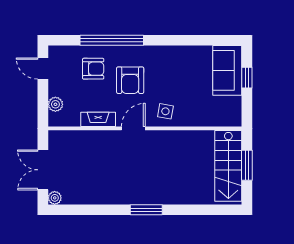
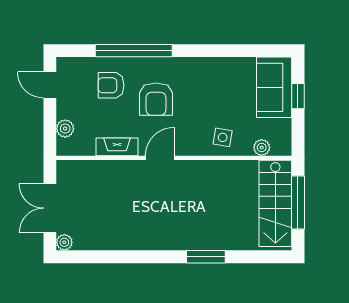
armchair: (93, 69) -> (111, 85), turned 180
side table: (165, 111) -> (223, 137), moved
plant: (217, 120) -> (262, 147), added
window: (247, 165) -> (298, 203), width x1.44
window: (146, 210) -> (206, 257), moved

